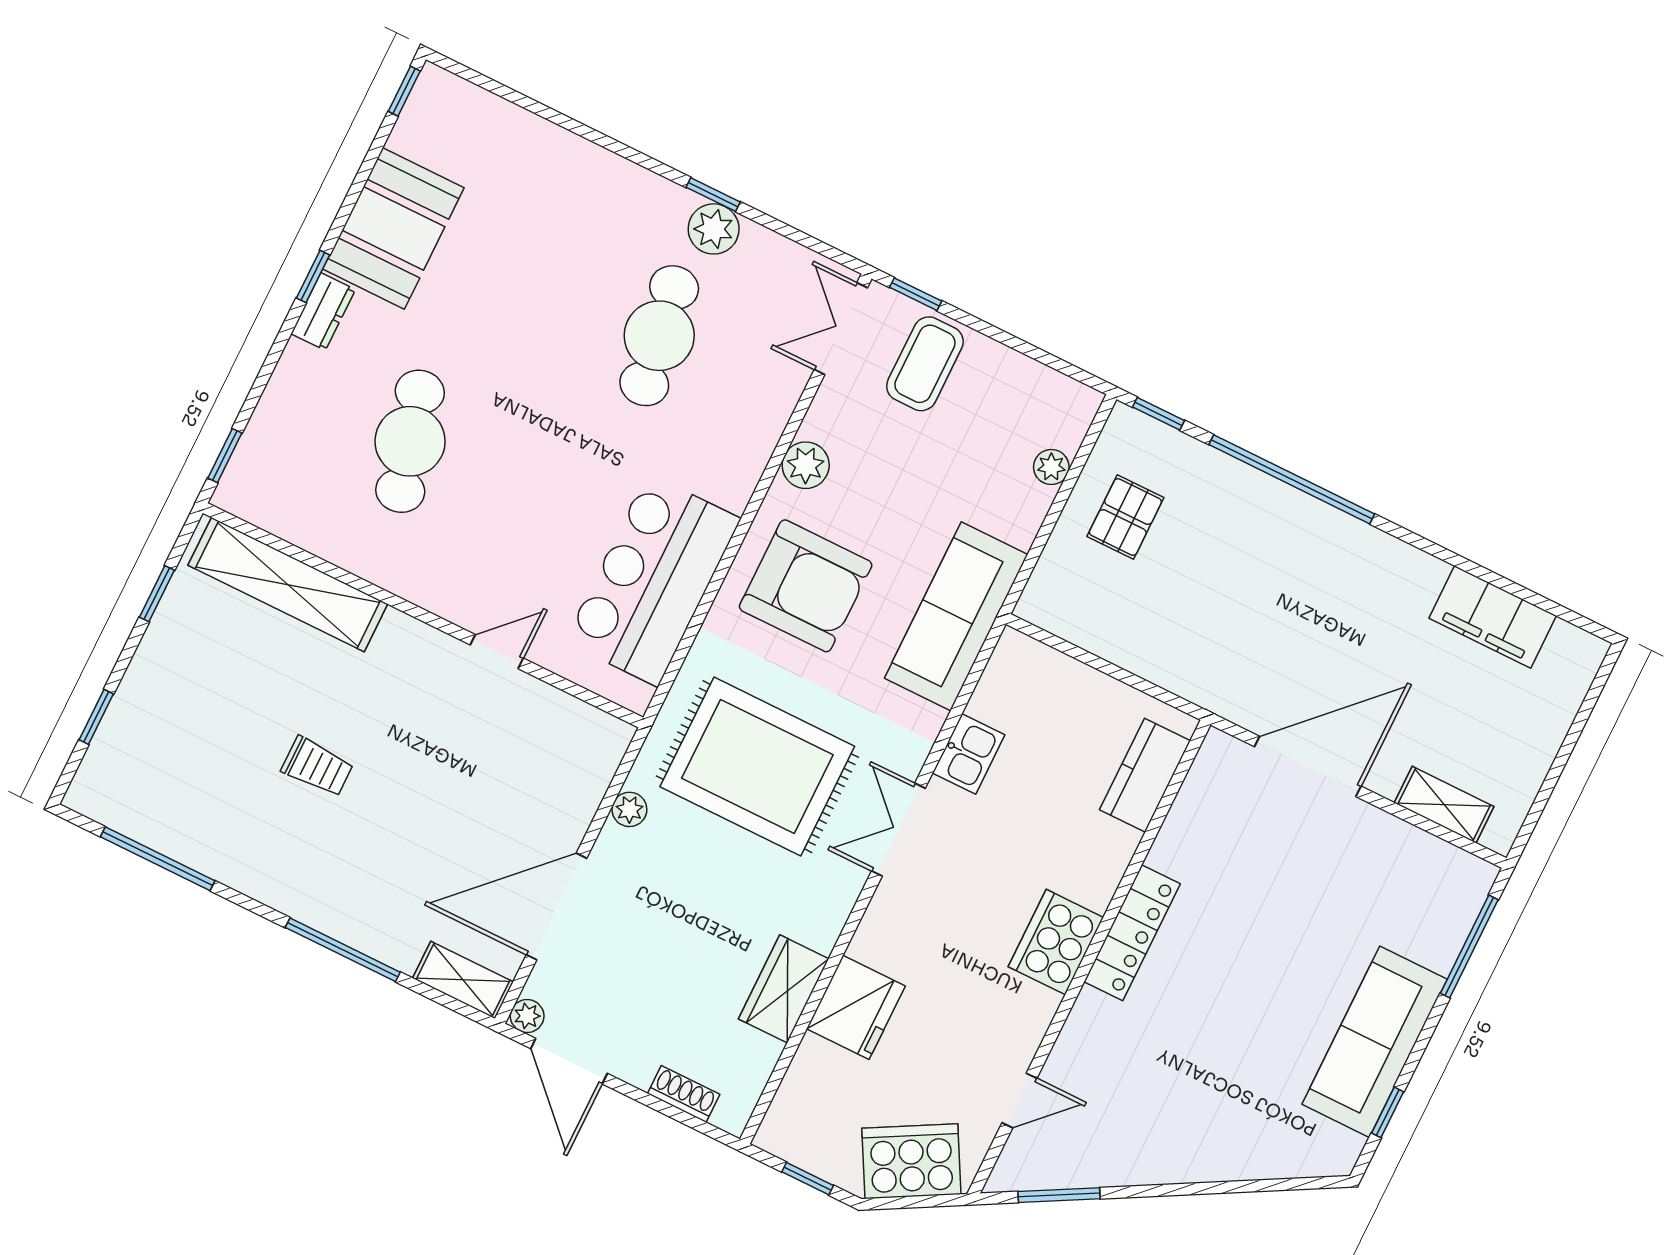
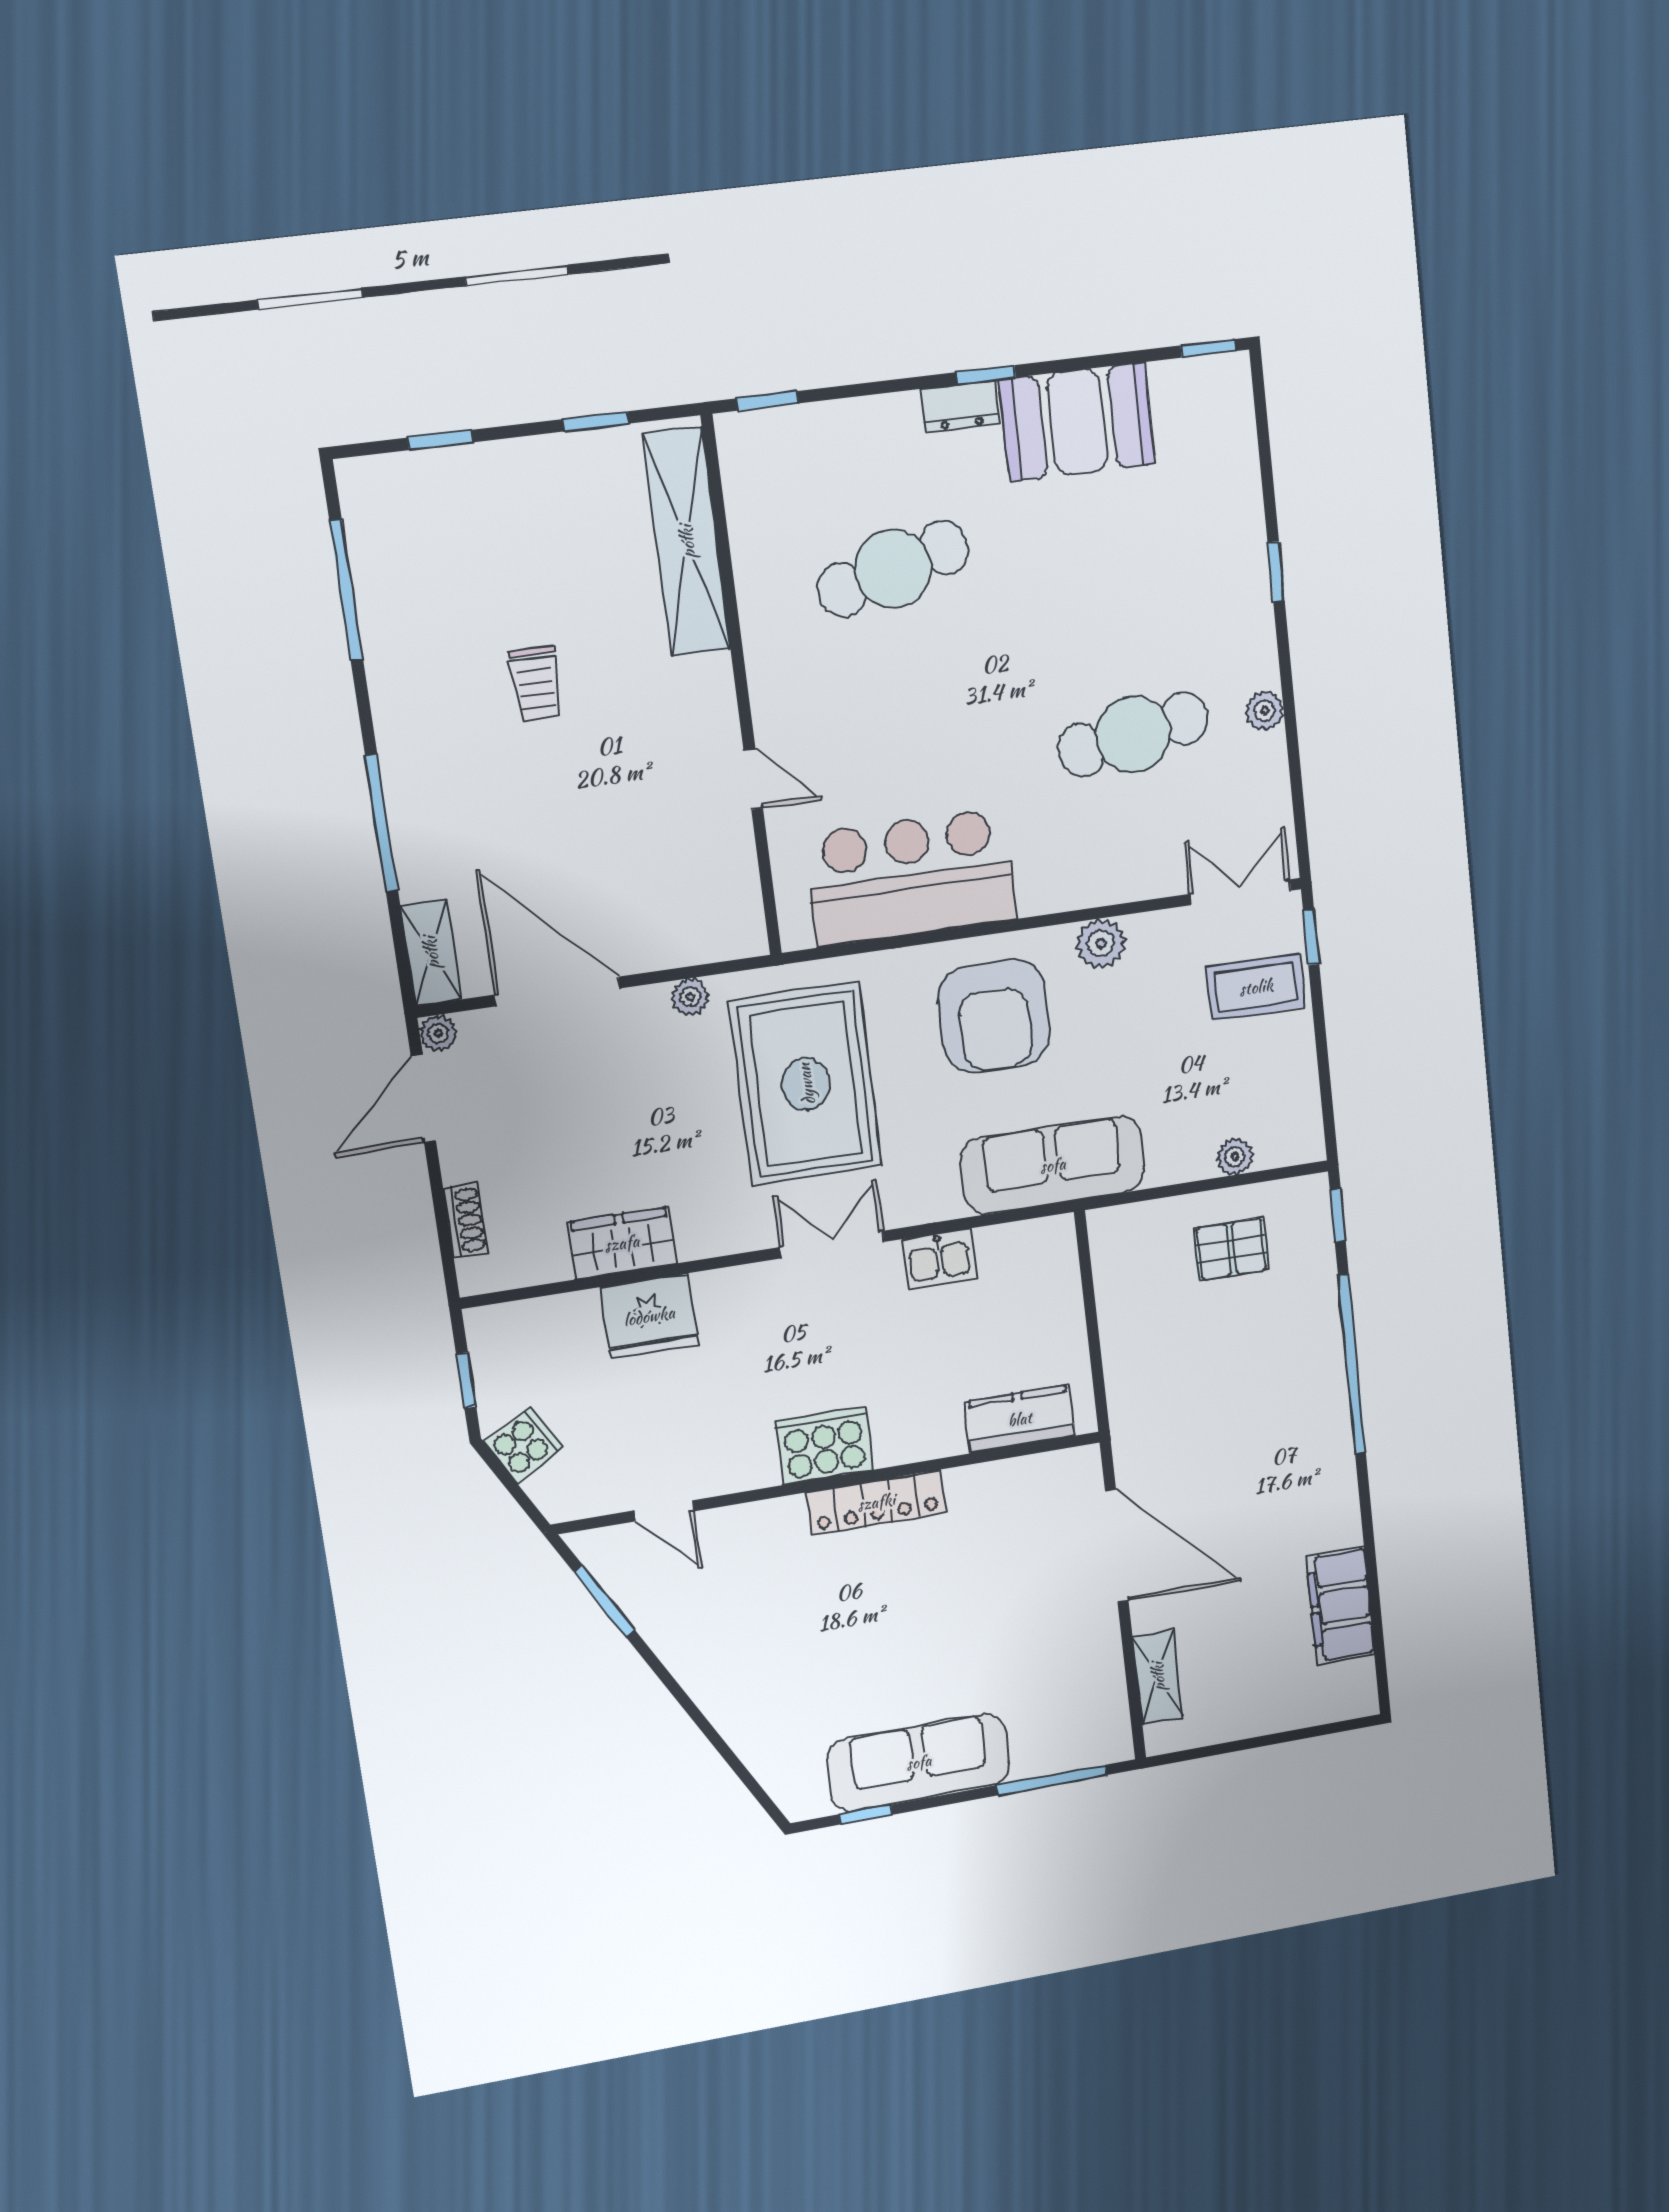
window: (713, 195) -> (1276, 572), moved
plant: (714, 229) -> (1265, 711), width x0.73, depth x0.73
cooker: (911, 1161) -> (524, 1445), width x0.53, depth x0.76

